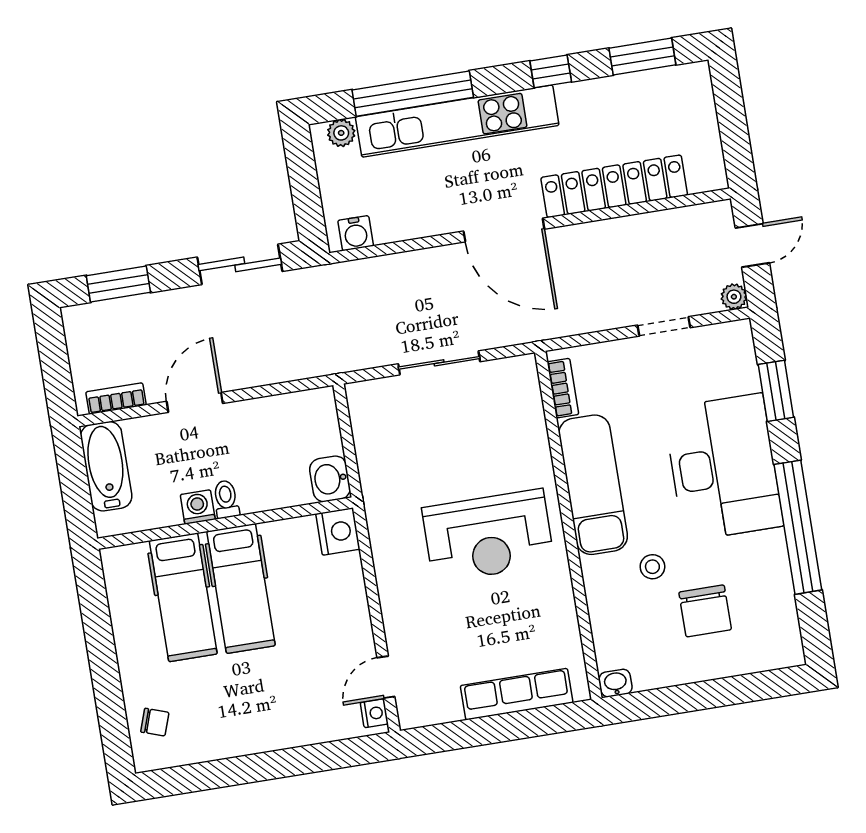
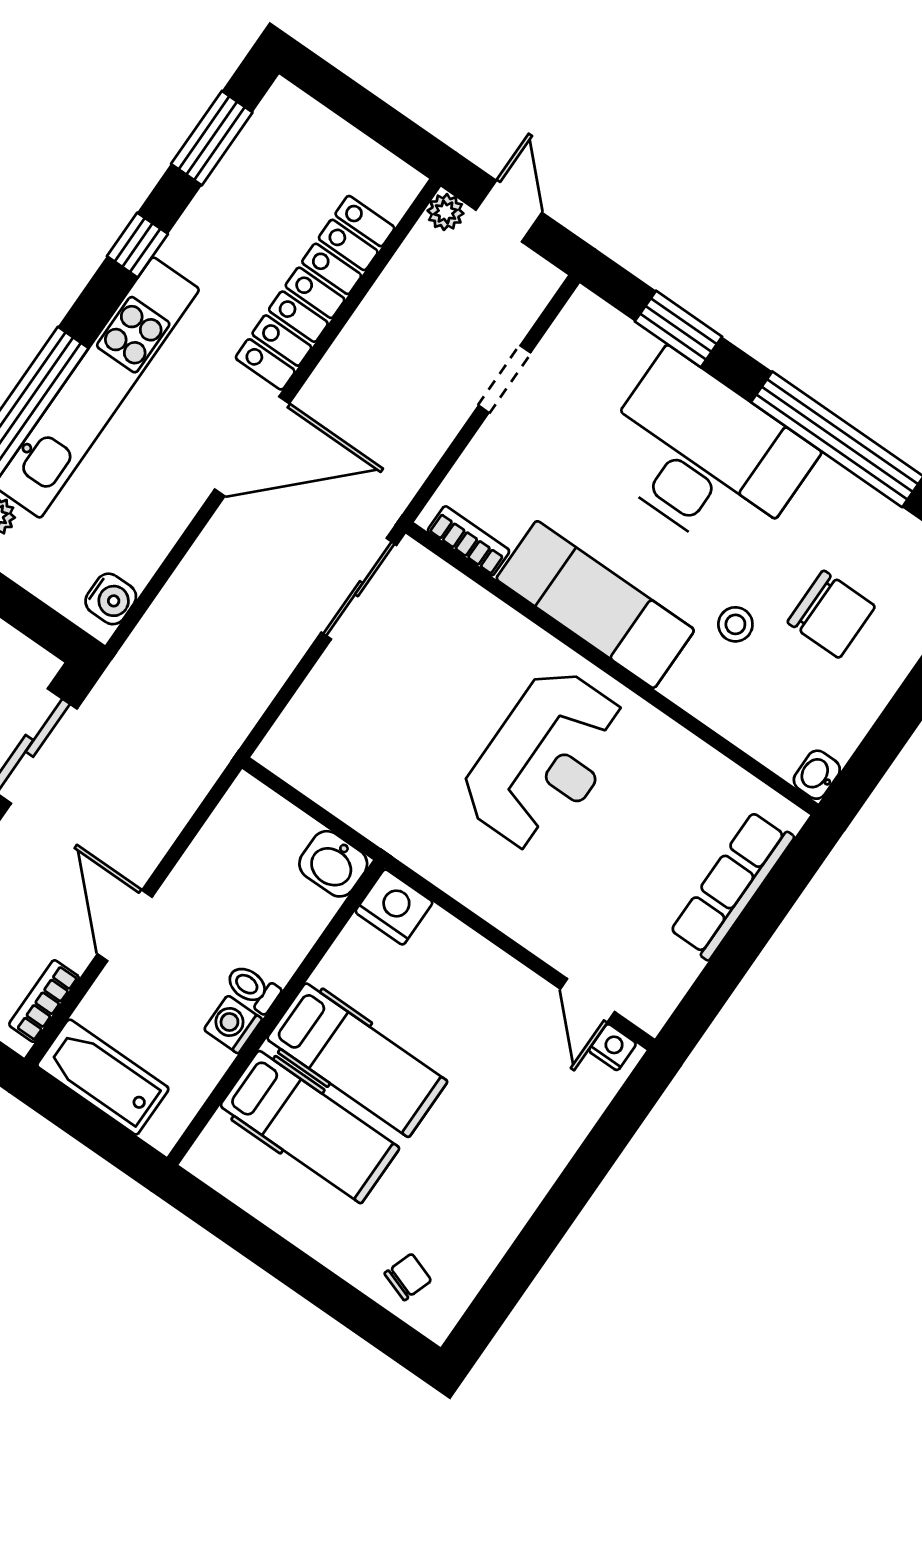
plant: (734, 297) -> (445, 212), moved
sliding door: (439, 363) -> (359, 589), moved

